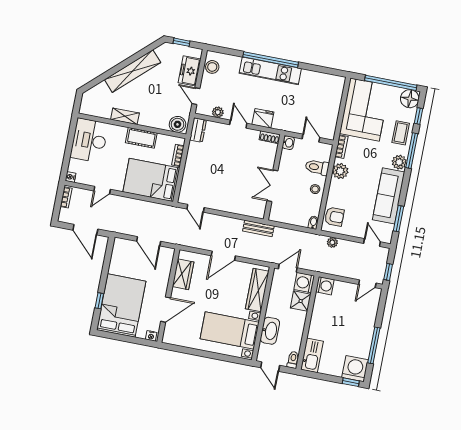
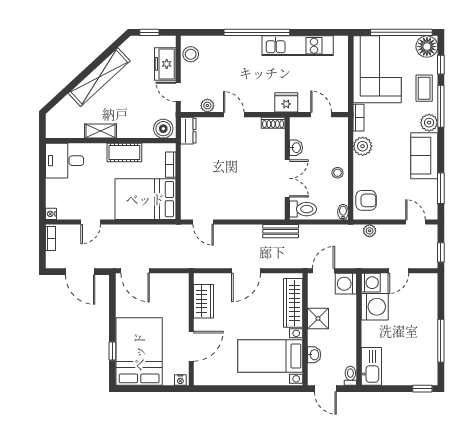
kitchen unit: (270, 71) -> (298, 46), moved
fridge: (263, 118) -> (286, 102), moved
desk: (89, 140) -> (65, 161), width x0.73
washbasin: (288, 143) -> (296, 148), moved
toilet: (317, 167) -> (303, 209), moved, turned 180
double door: (272, 186) -> (287, 178), swing flipped
sofa: (389, 196) -> (424, 156), width x0.73
door: (149, 241) -> (135, 271), moved
door: (367, 284) -> (398, 271), moved
shower: (301, 301) -> (318, 318), moved
washbasin: (270, 331) -> (314, 355), width x0.52, depth x0.69
washing machine: (355, 369) -> (375, 307), moved, turned 90

